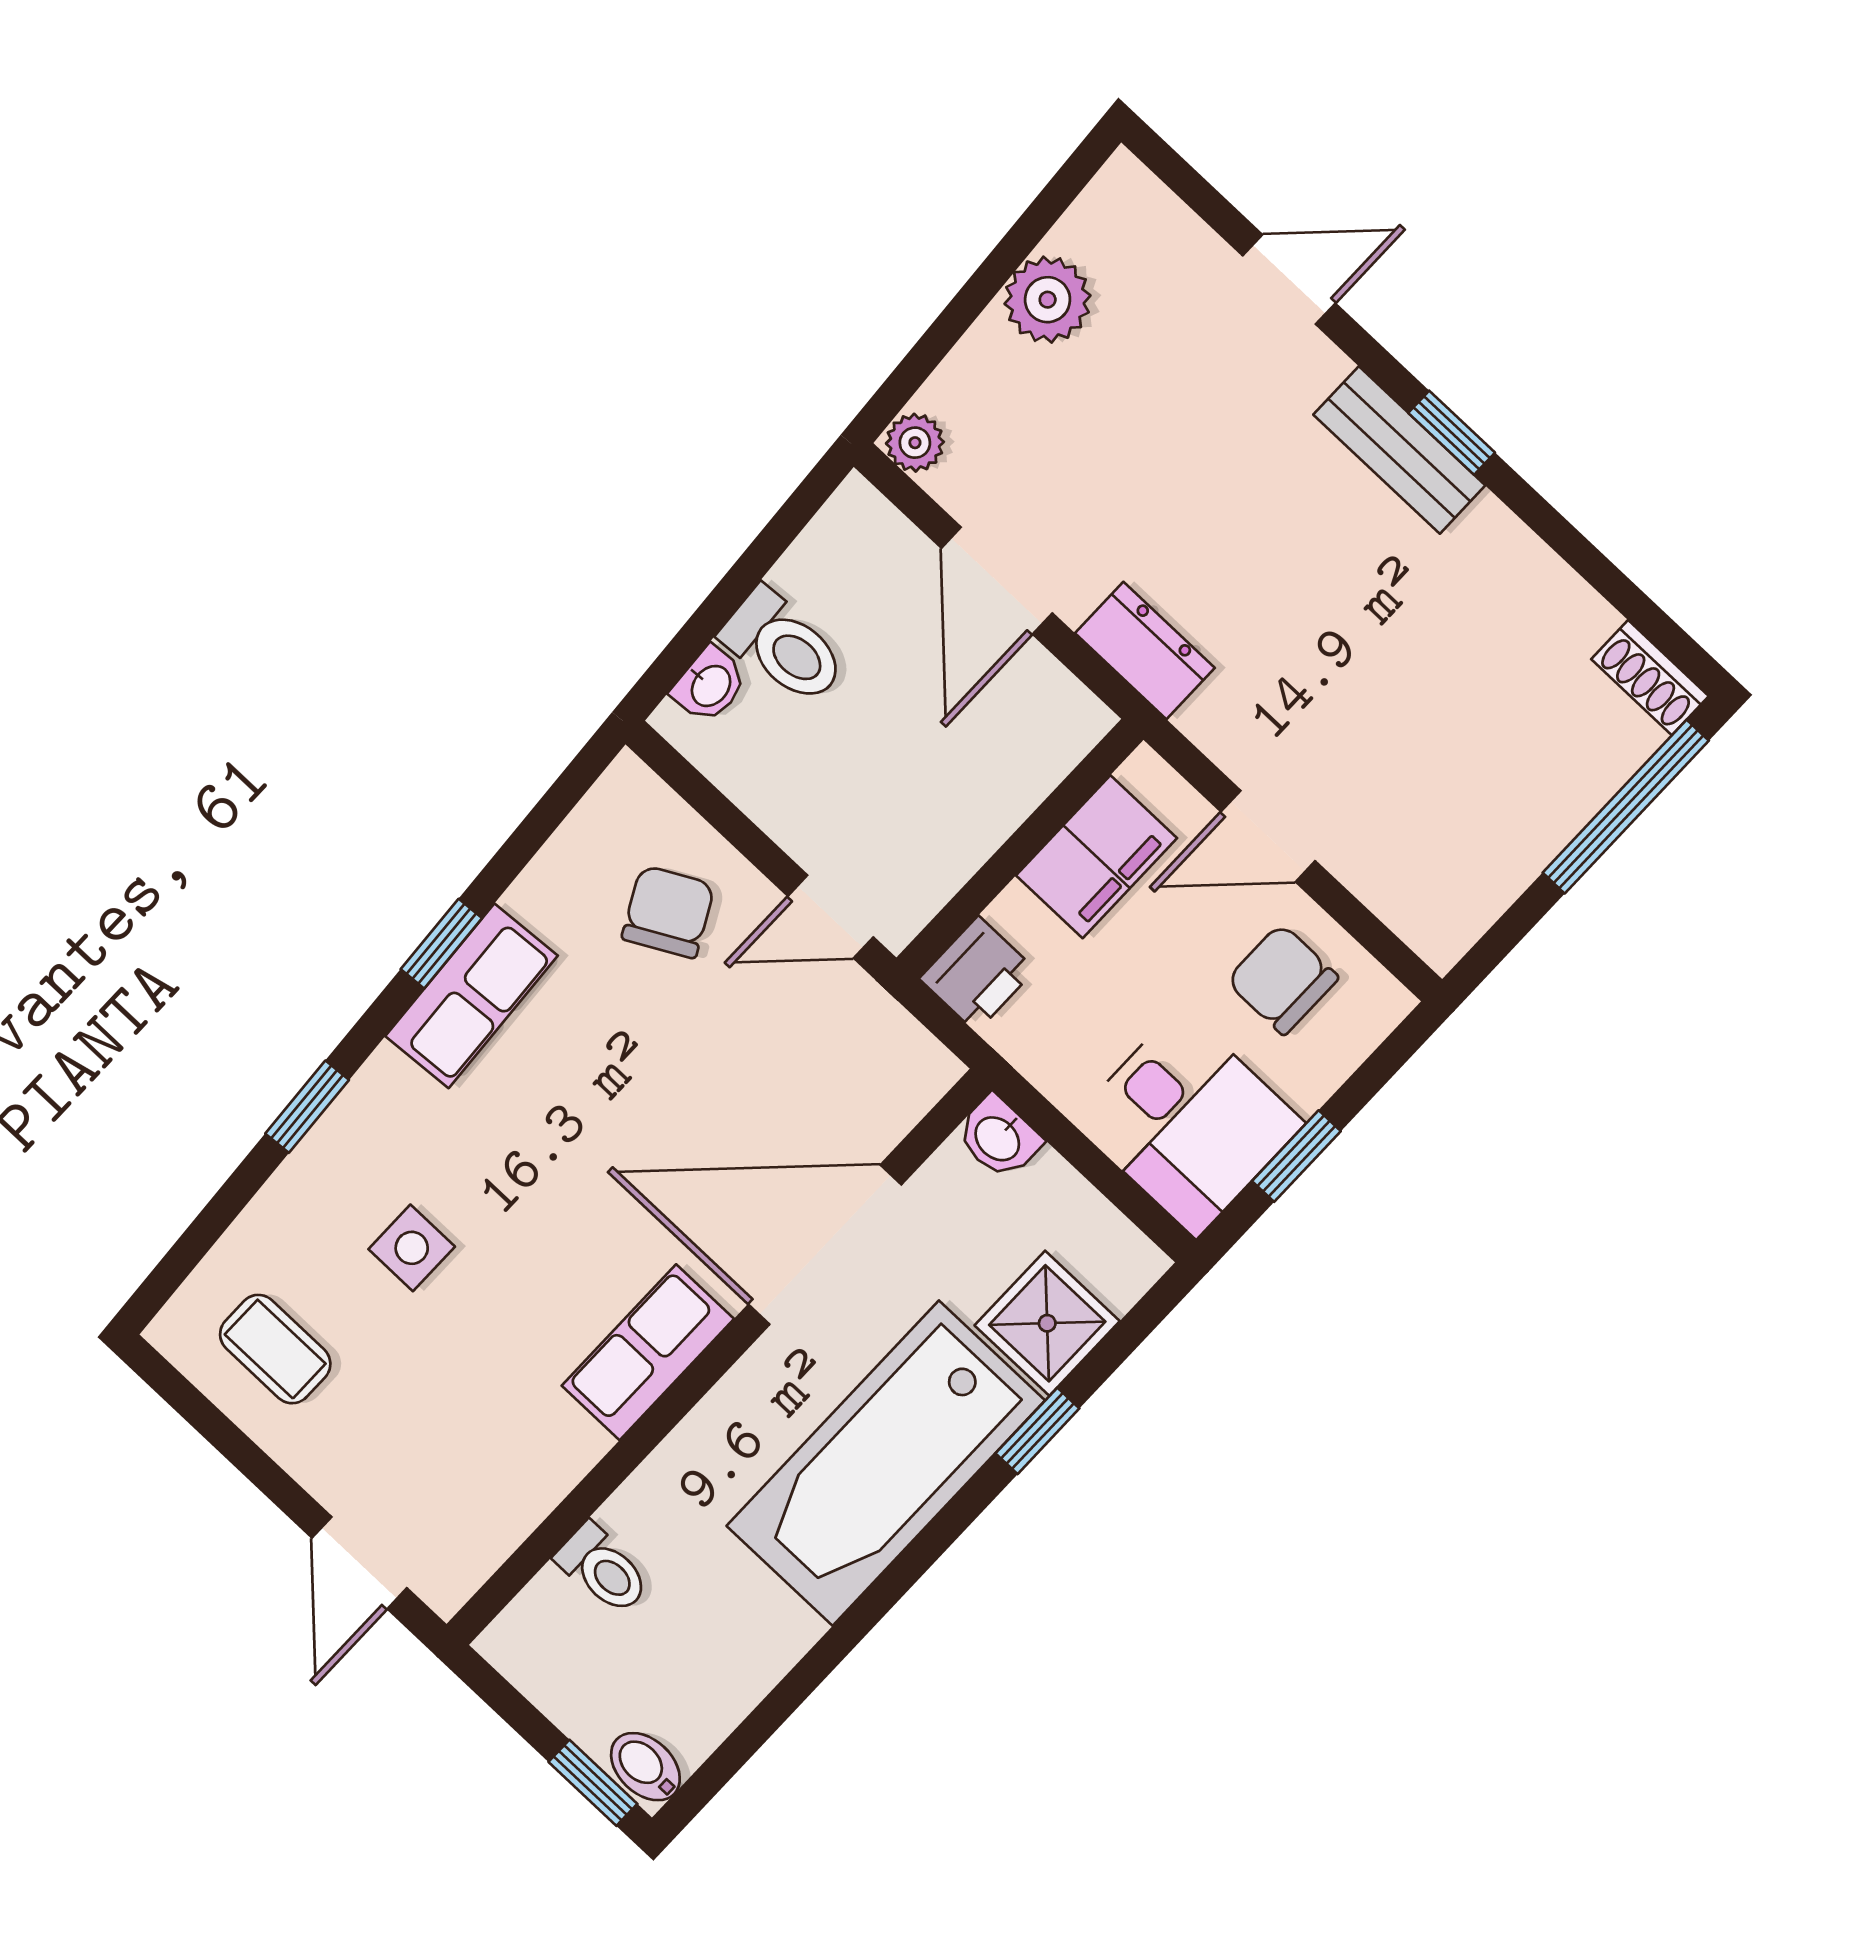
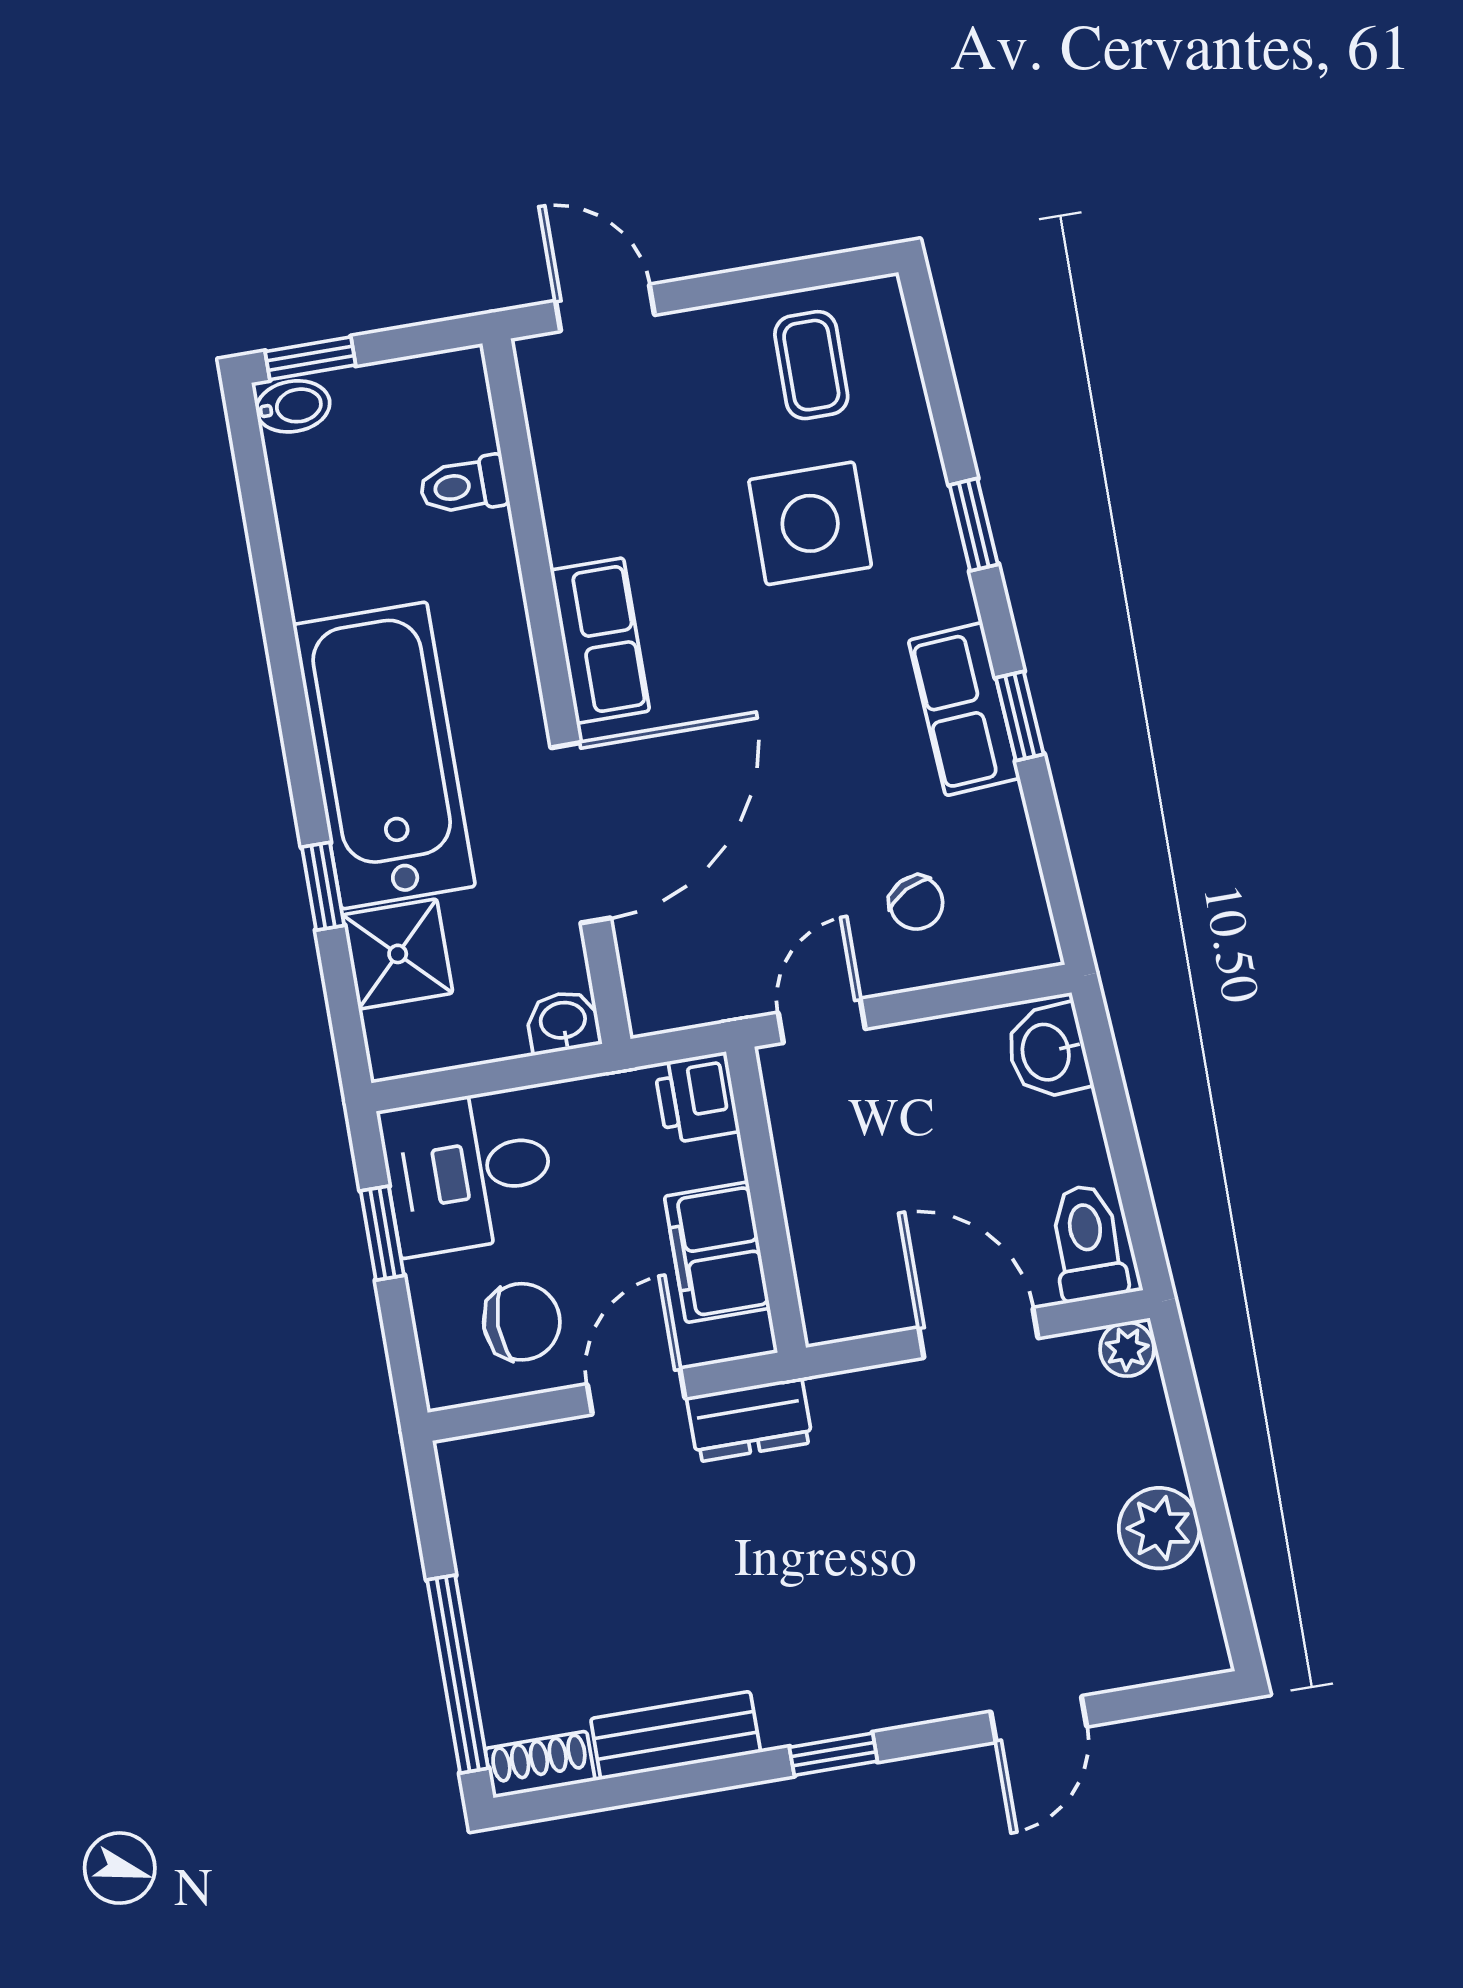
bench: (1399, 450) -> (676, 1735), moved
toilet: (784, 647) -> (1088, 1243), moved, turned 94
dresser: (1145, 651) -> (750, 1420), moved
washbasin: (710, 685) -> (1048, 1052), width x1.38, depth x1.45
chair: (668, 912) -> (916, 903), width x0.73, depth x0.73
side table: (412, 1248) -> (810, 523), width x1.87, depth x1.87
coffee table: (275, 1349) -> (811, 365), turned 90

